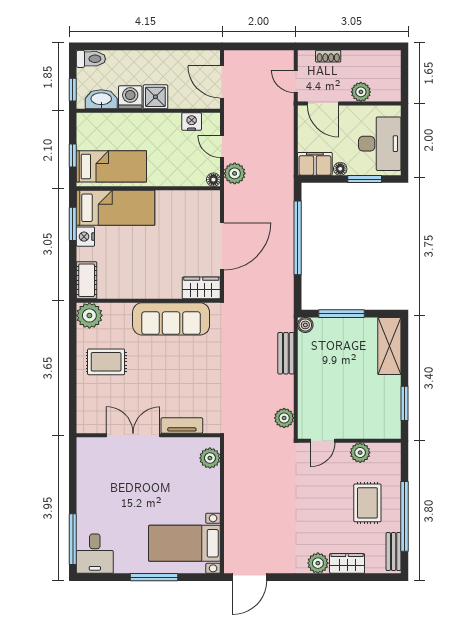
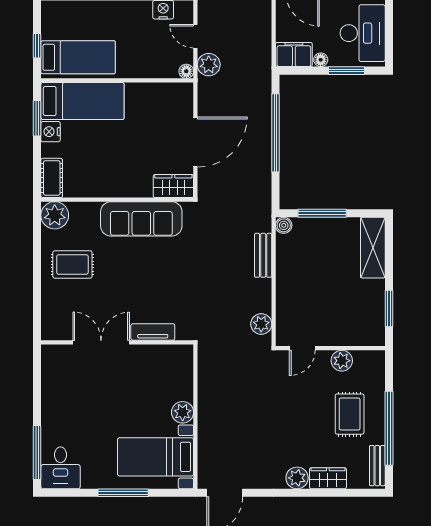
plant: (210, 458) -> (183, 412), moved

